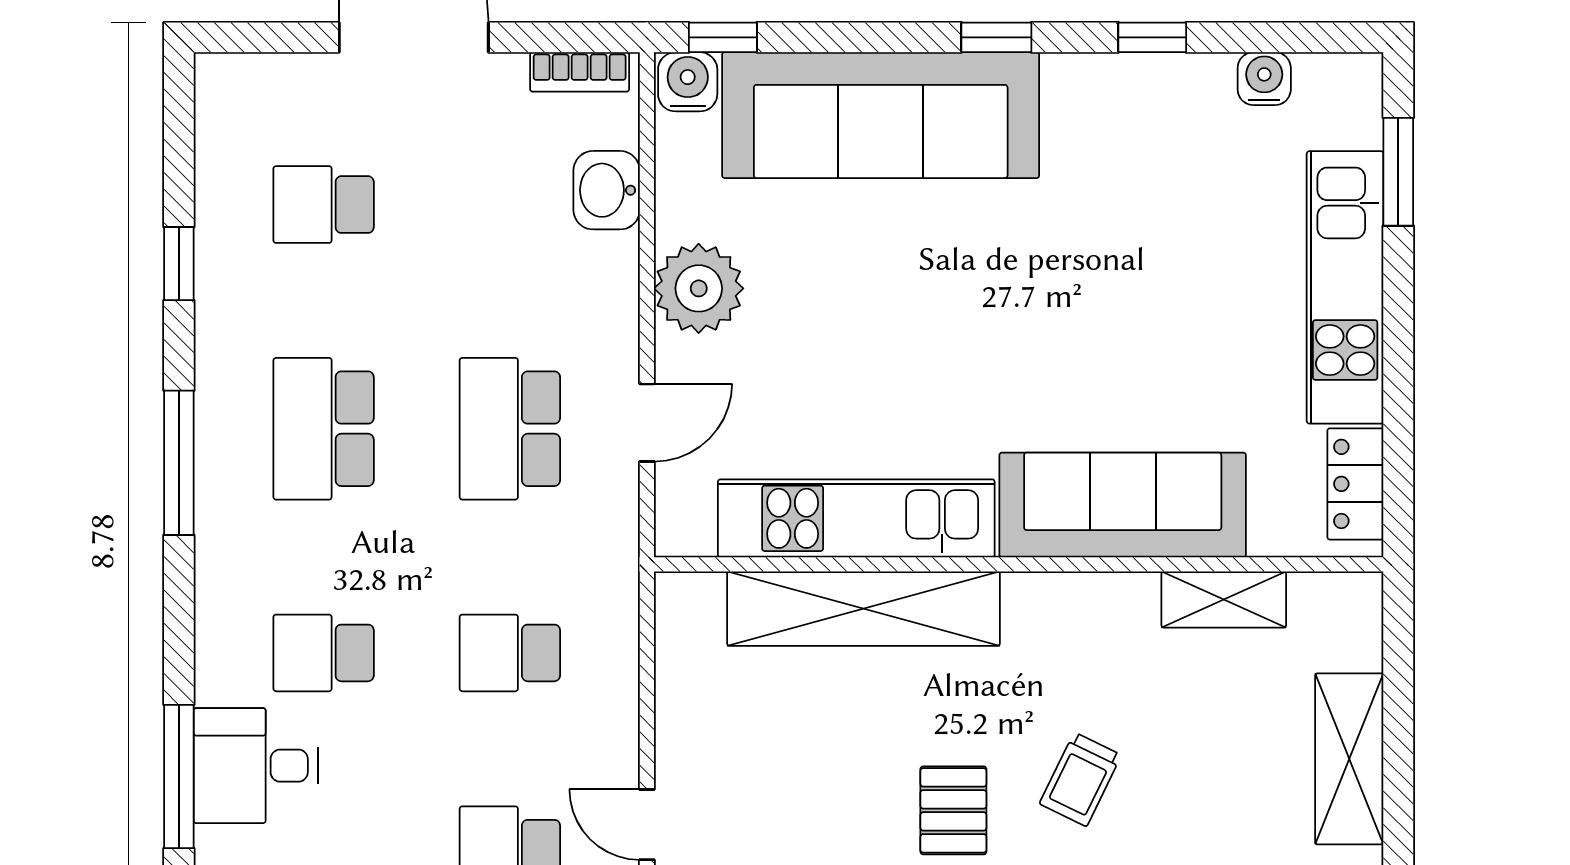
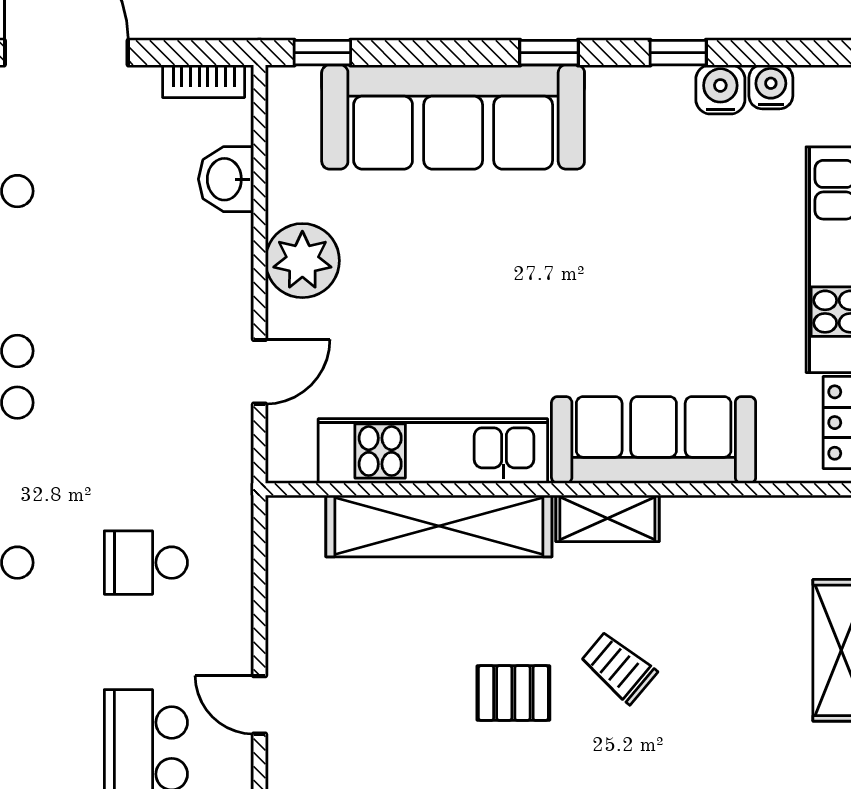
water cooler: (688, 82) -> (720, 89), moved
school desk: (510, 429) -> (146, 377), removed
shelving: (1224, 600) -> (607, 518), moved
trolley: (1080, 779) -> (619, 667), turned 104
pallet: (953, 810) -> (513, 693), turned 90

